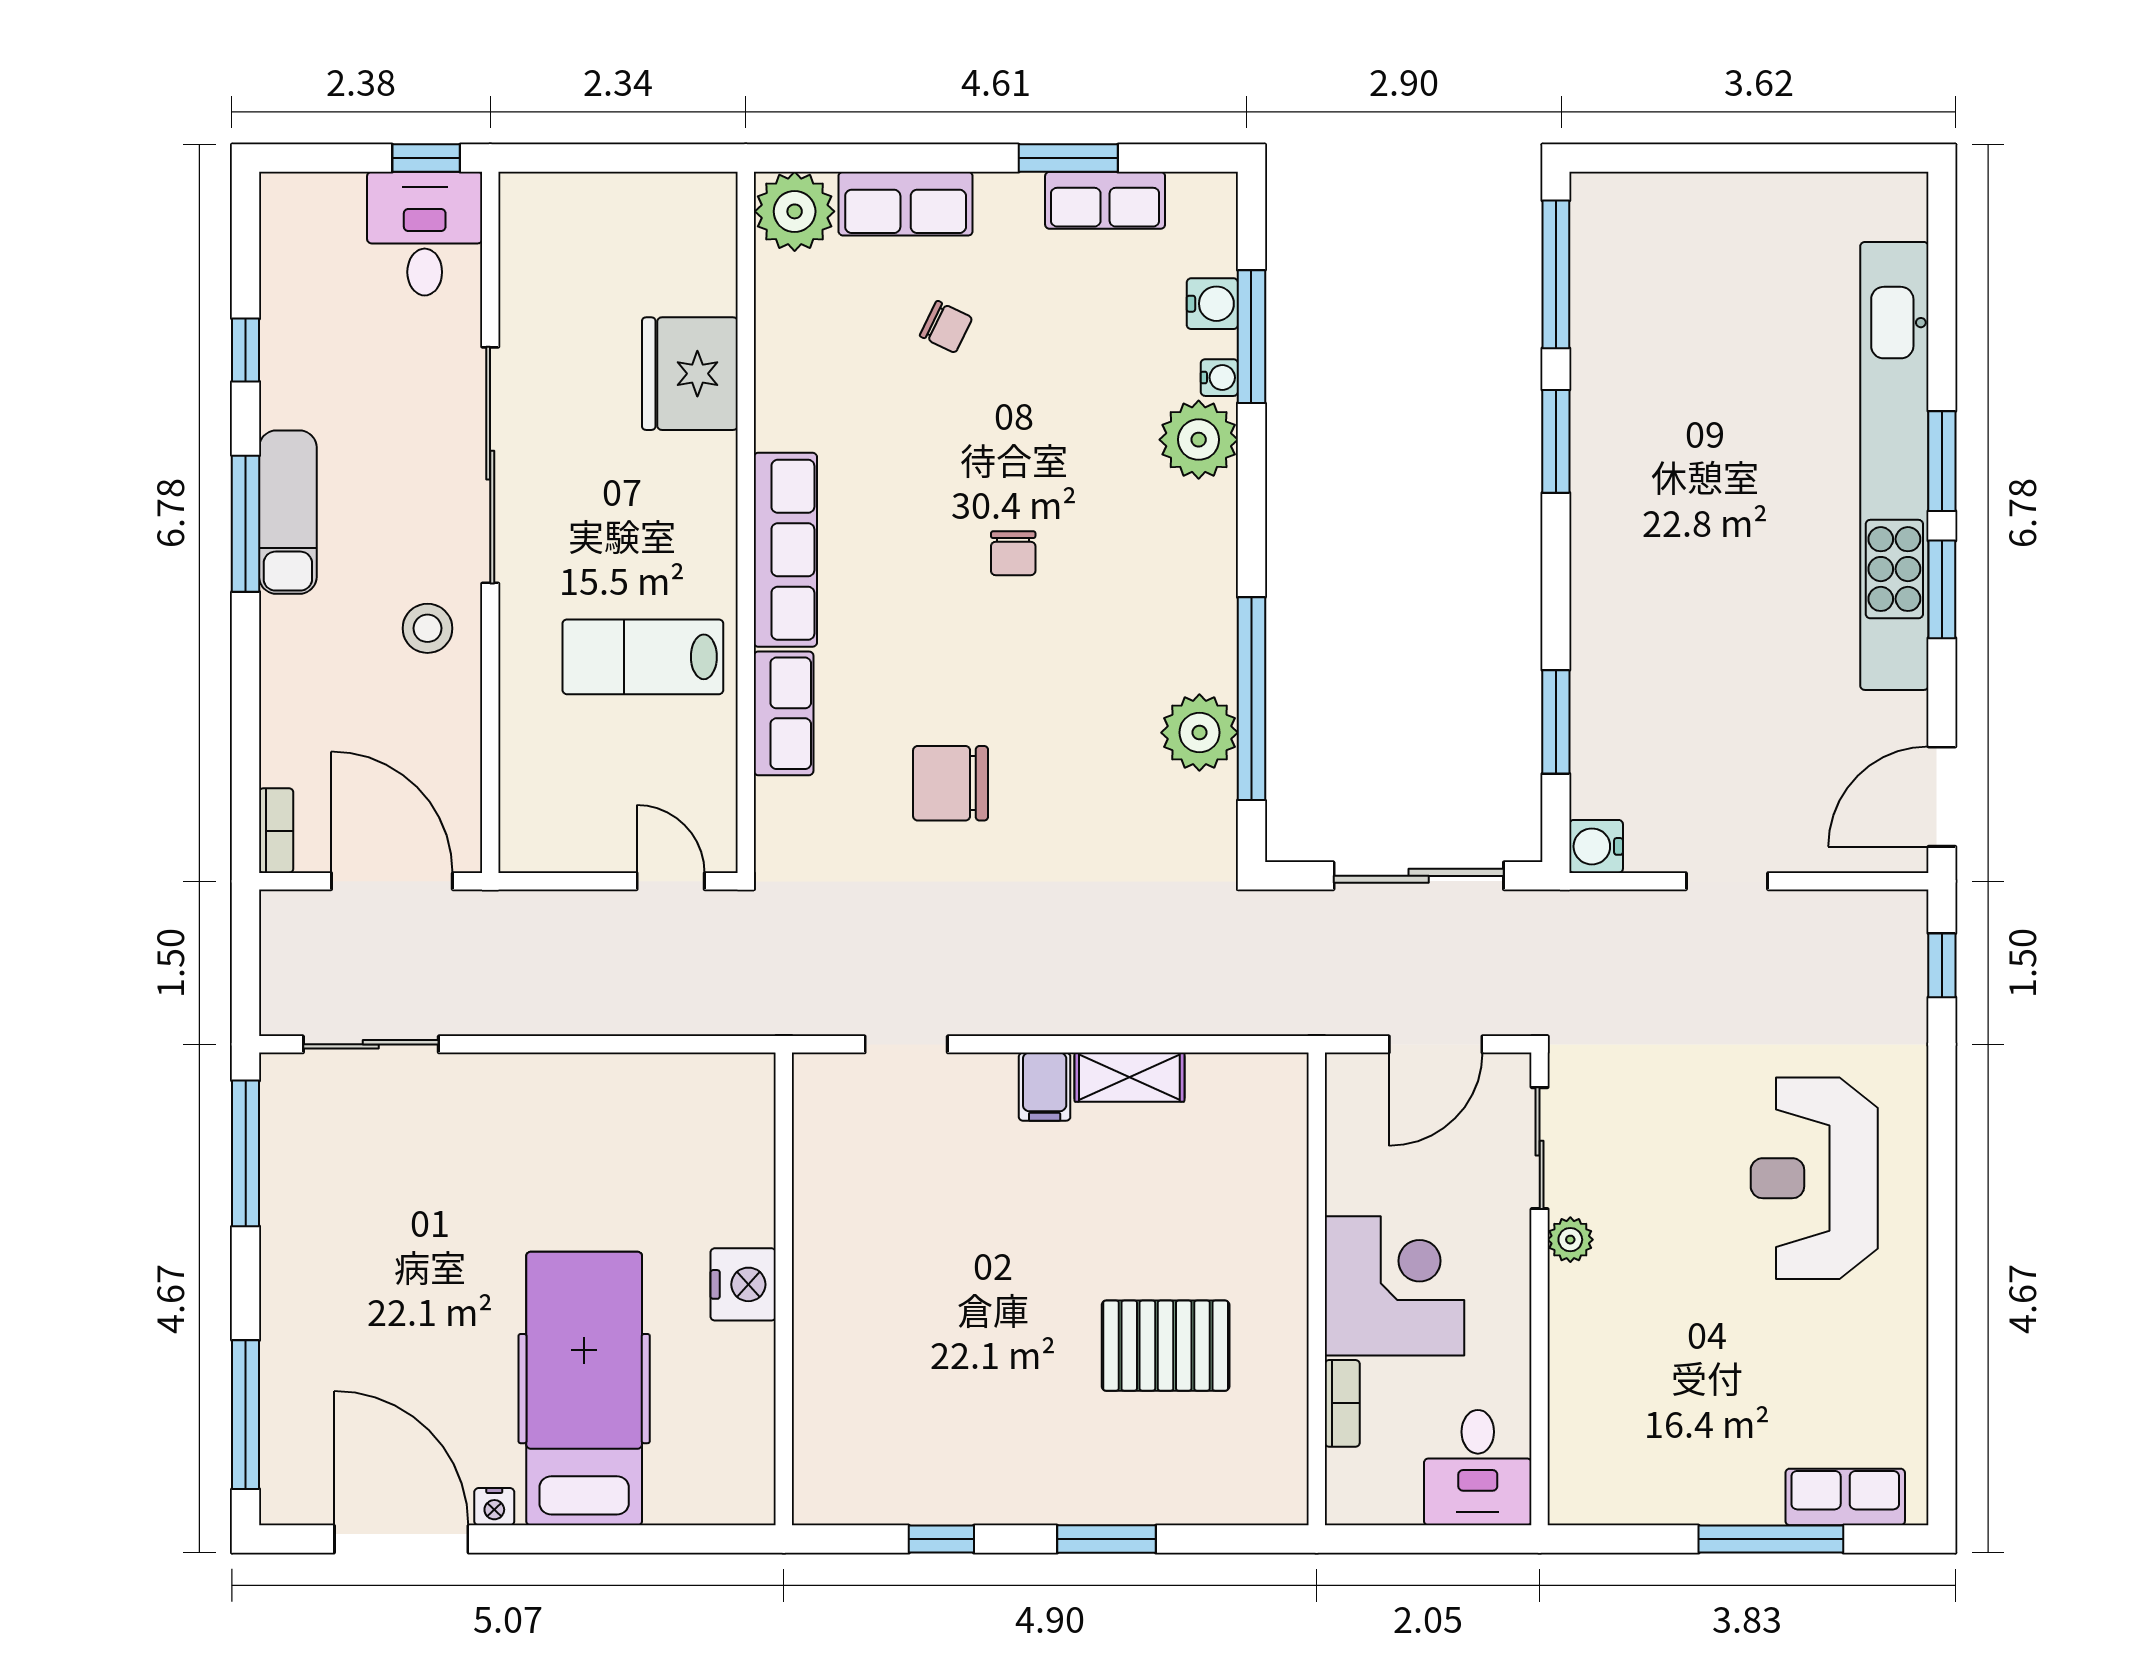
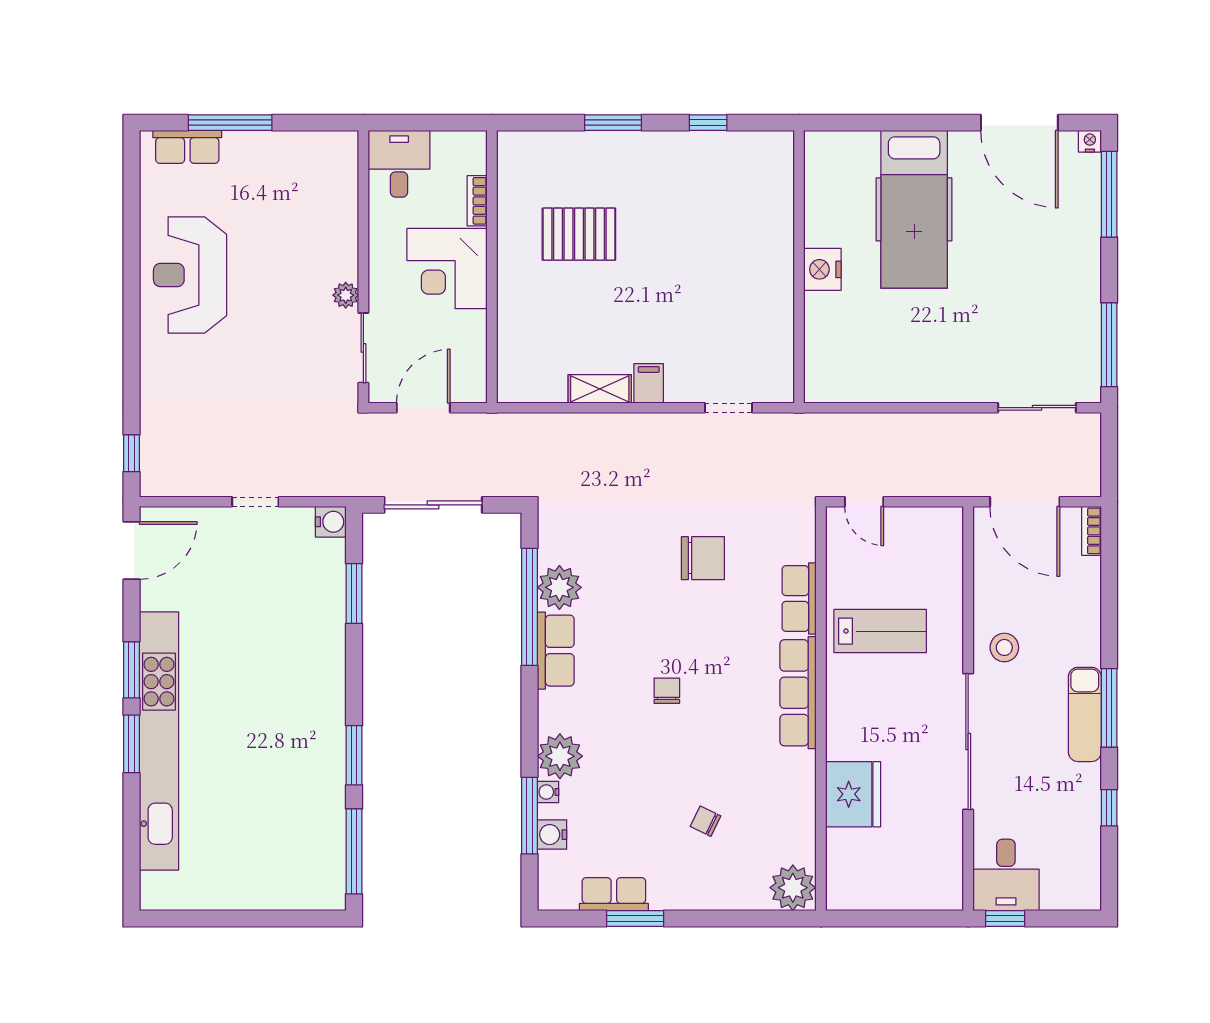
row of seats: (906, 204) -> (556, 651), moved, turned 90
reception desk: (1814, 1178) -> (190, 275), moved, turned 180
nightstand: (494, 1507) -> (1090, 141), moved

